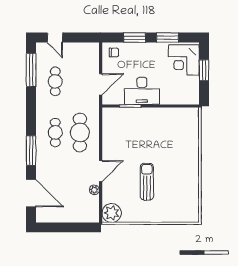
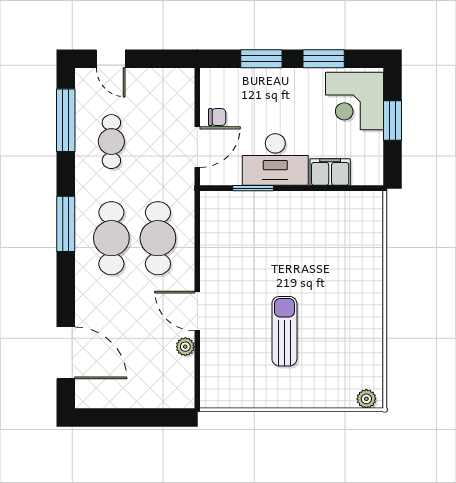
chair: (114, 53) -> (217, 117), moved
filing cabinet: (171, 97) -> (330, 172), added
cafe table: (55, 132) -> (111, 238), width x1.37, depth x1.35
window: (31, 150) -> (66, 224), moved
door: (101, 171) -> (197, 311), swing flipped
plant: (112, 213) -> (366, 399), moved, width x0.53, depth x0.53

